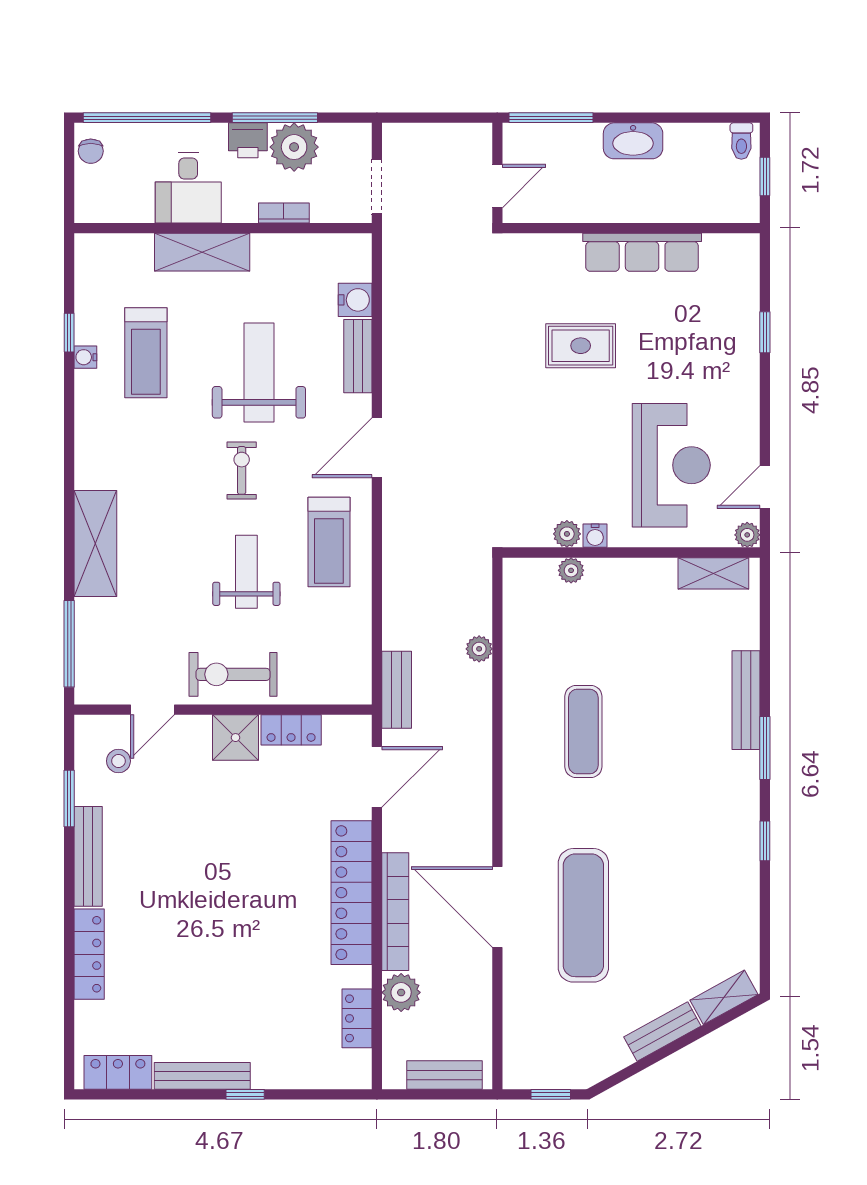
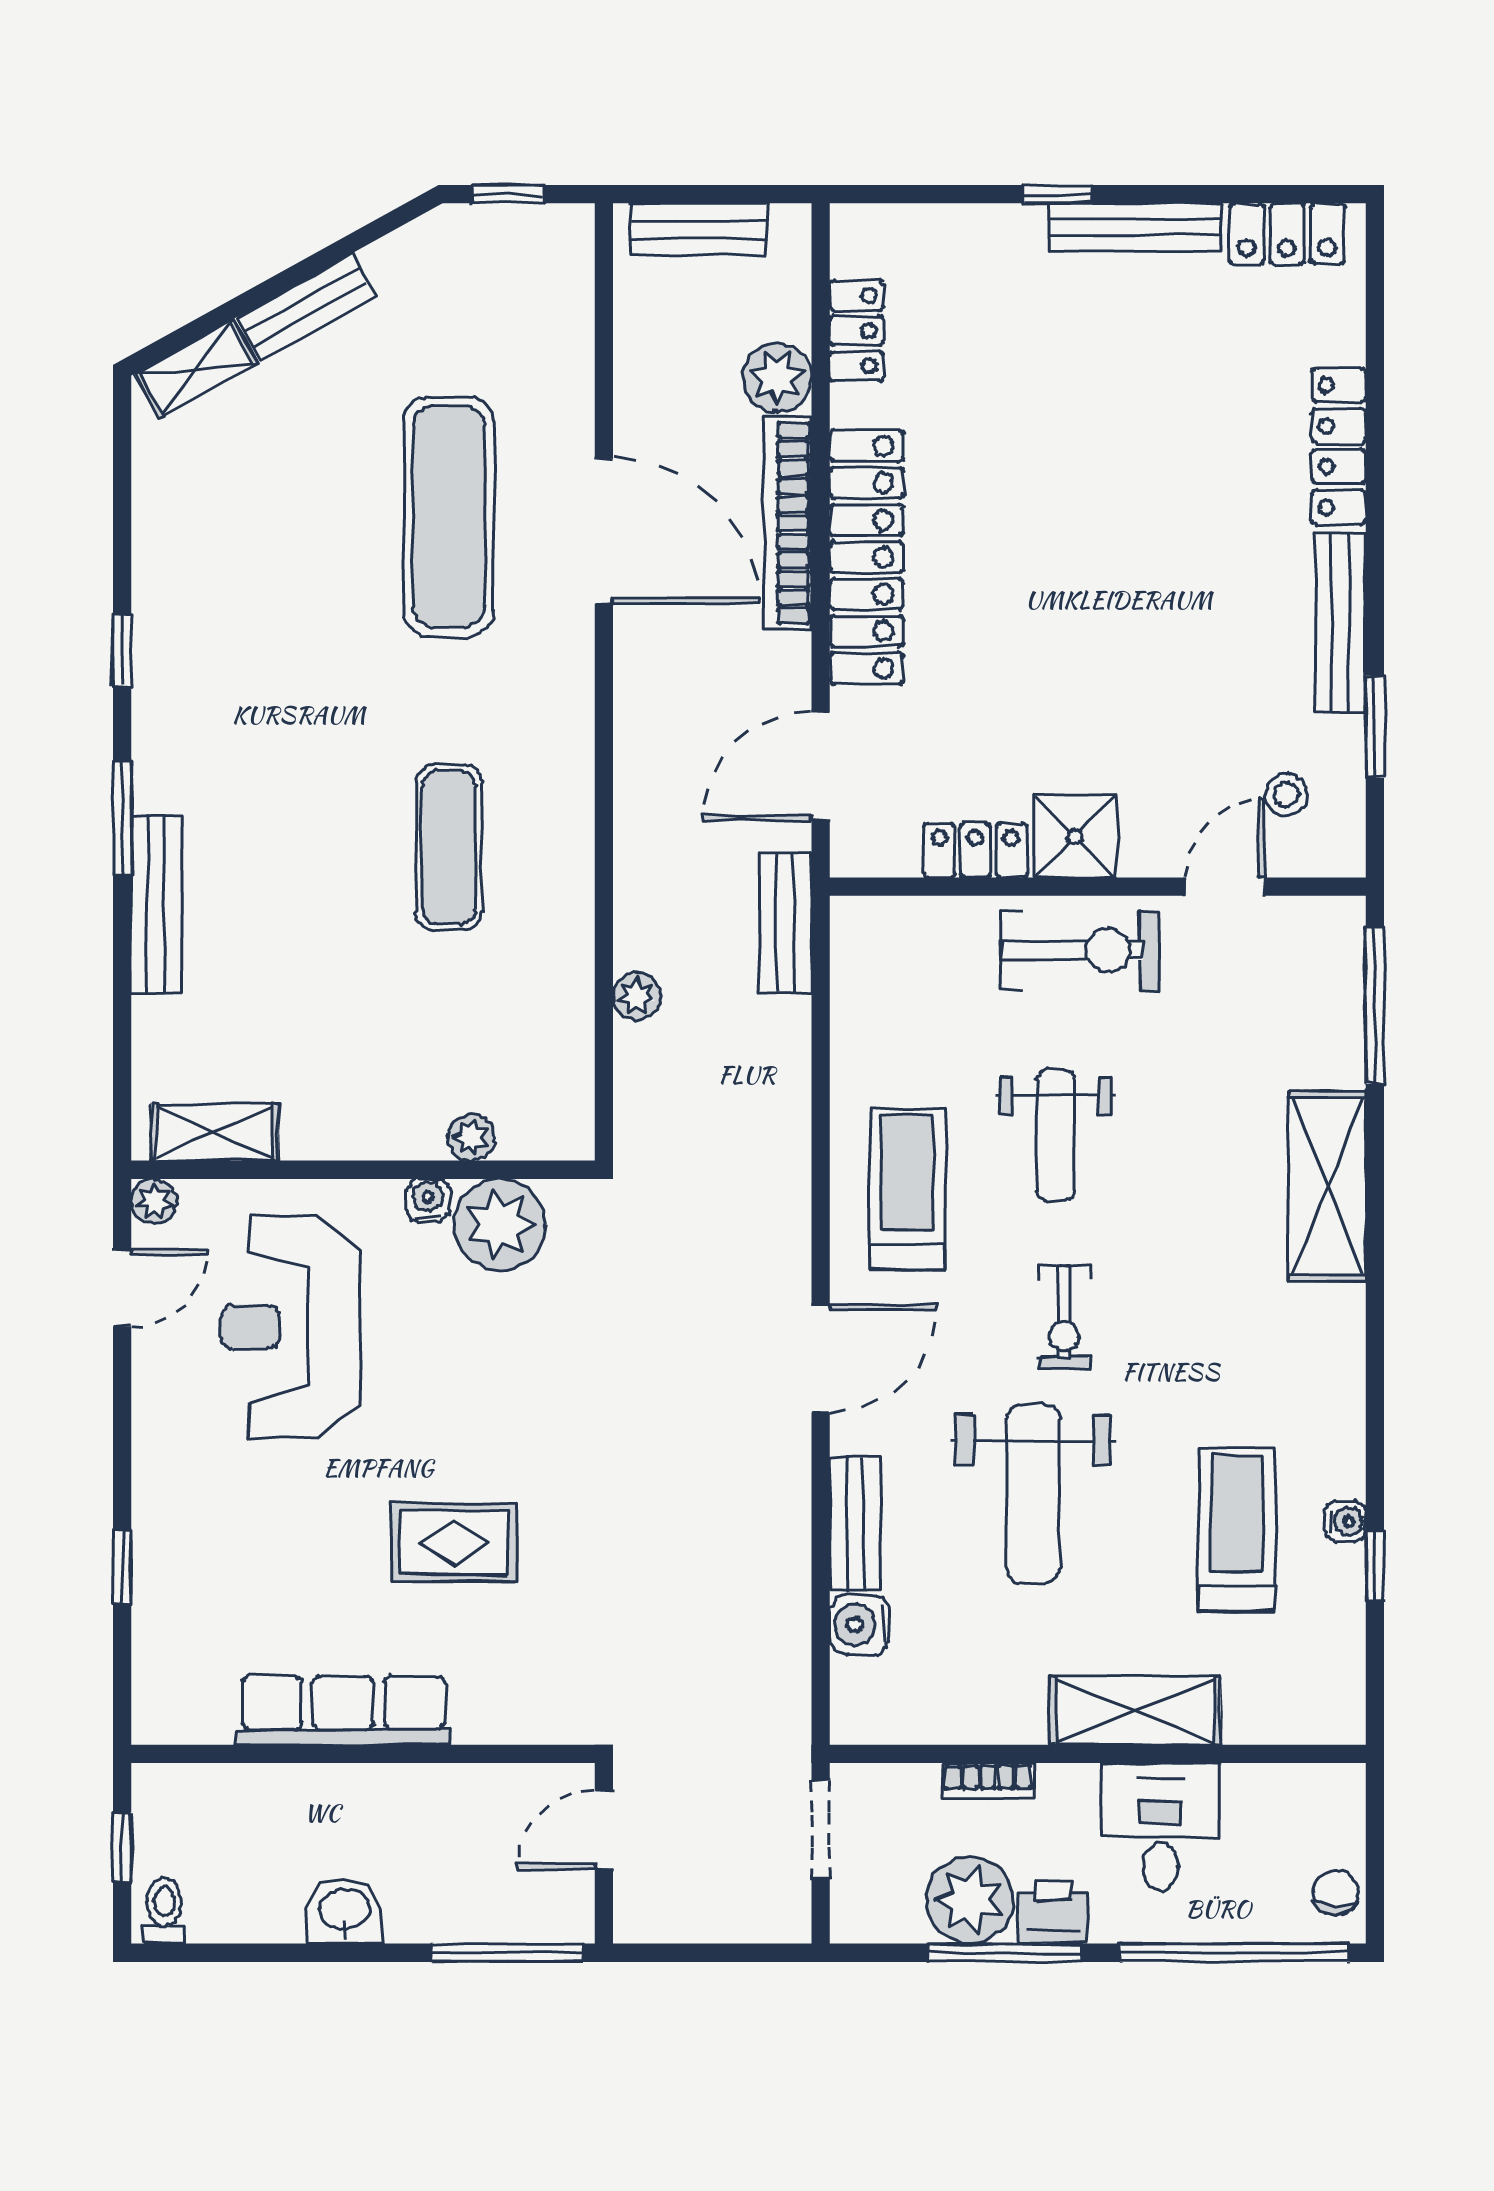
washbasin: (633, 141) -> (345, 1911), width x0.72
plant: (567, 534) -> (500, 1225), width x1.88, depth x1.88

